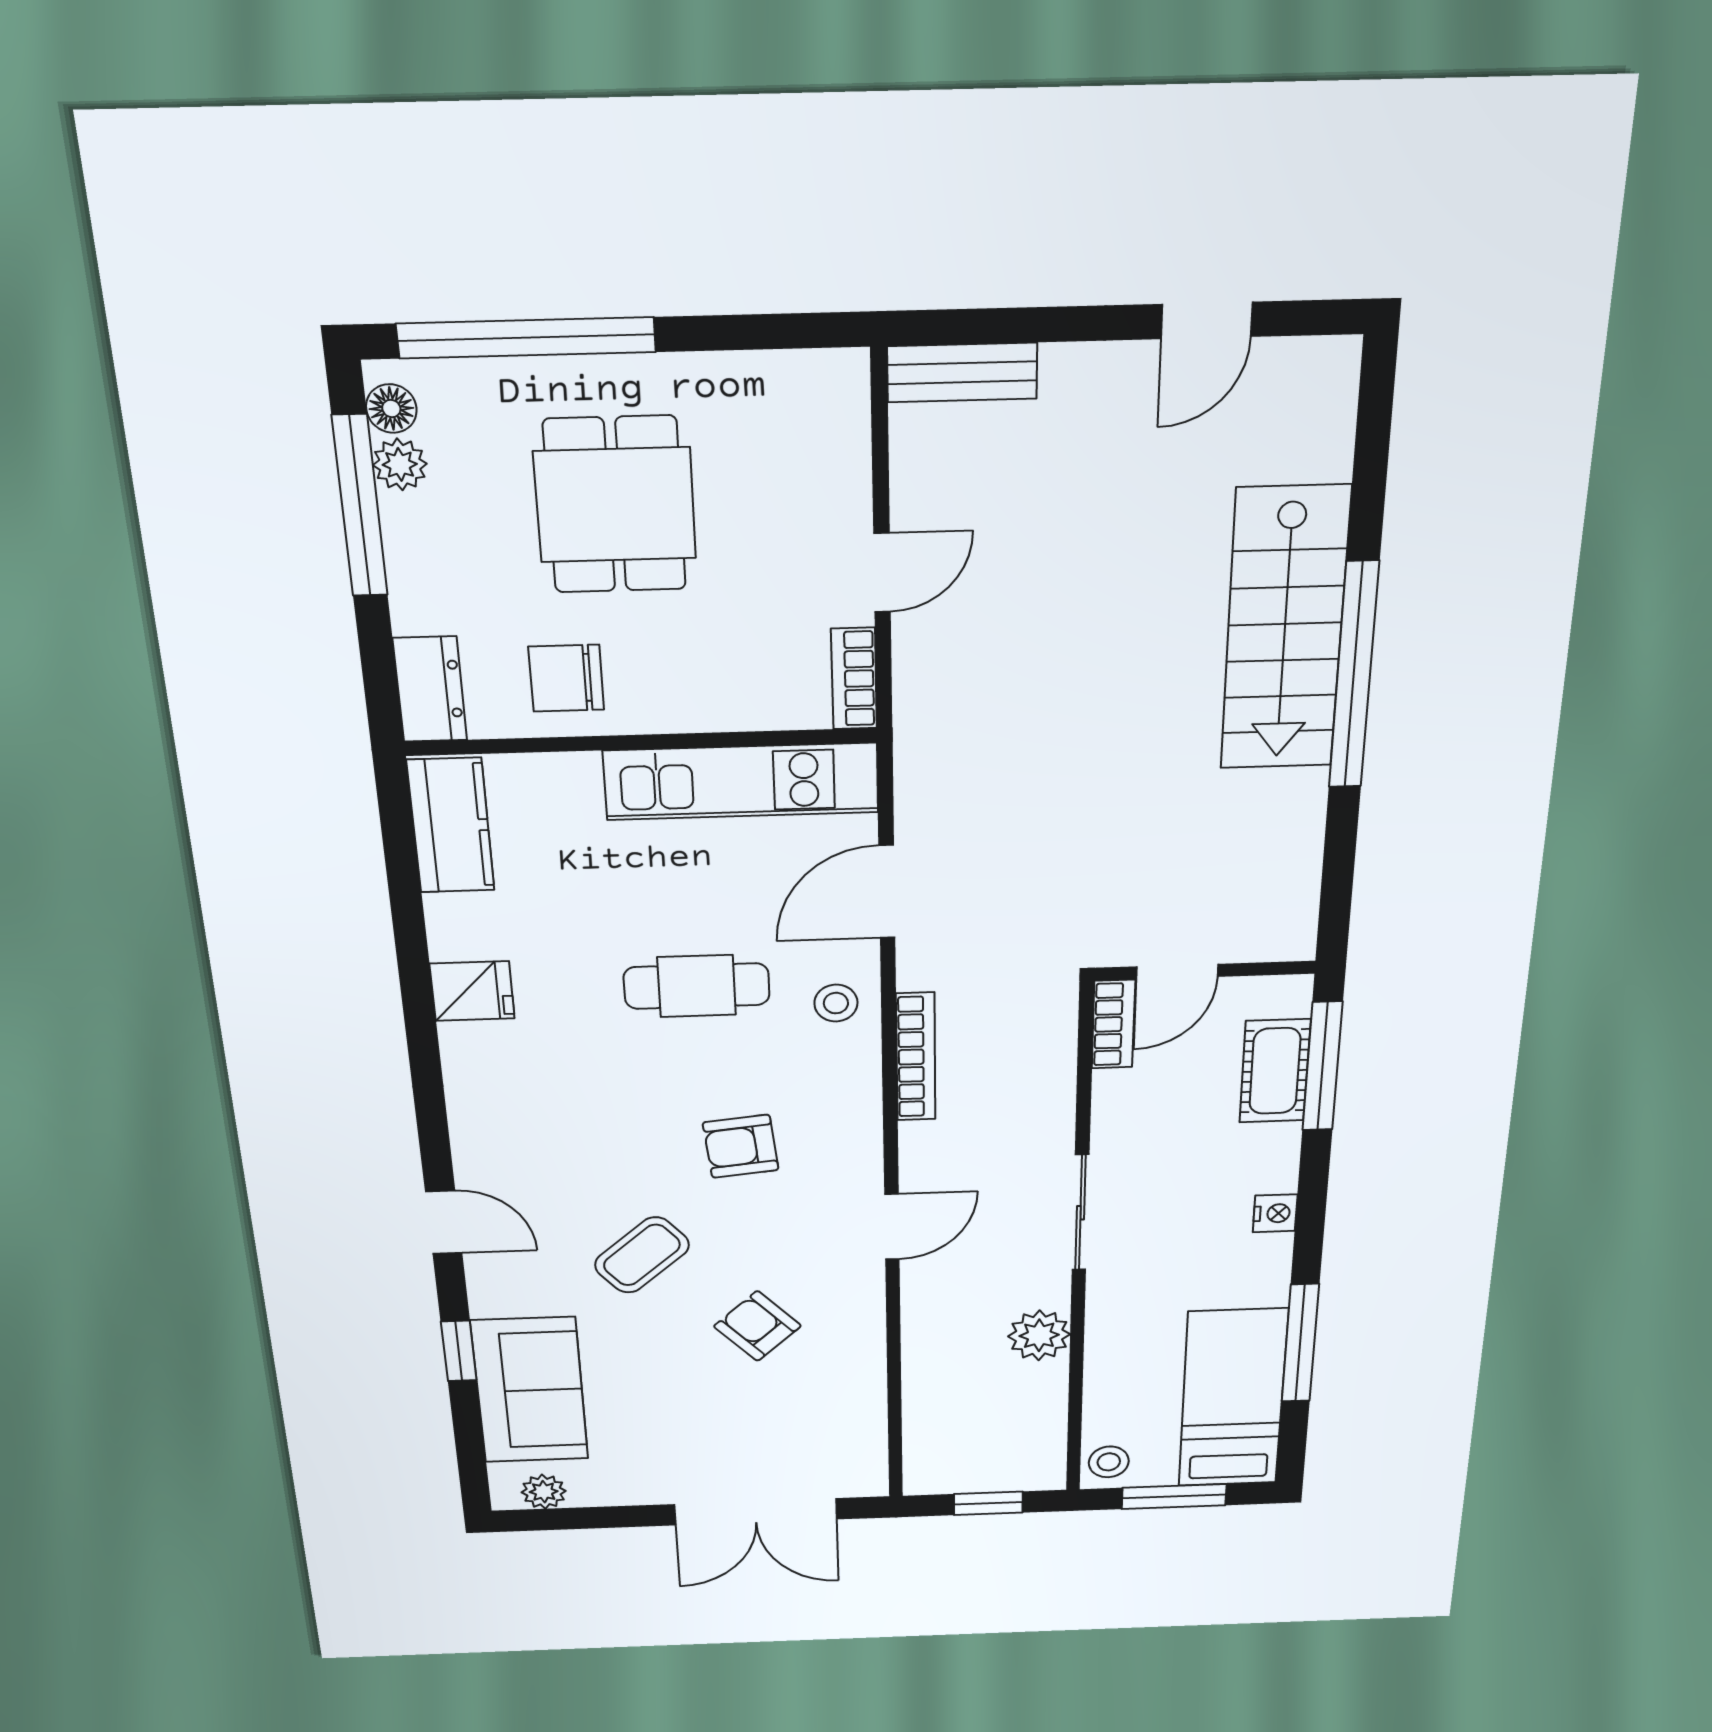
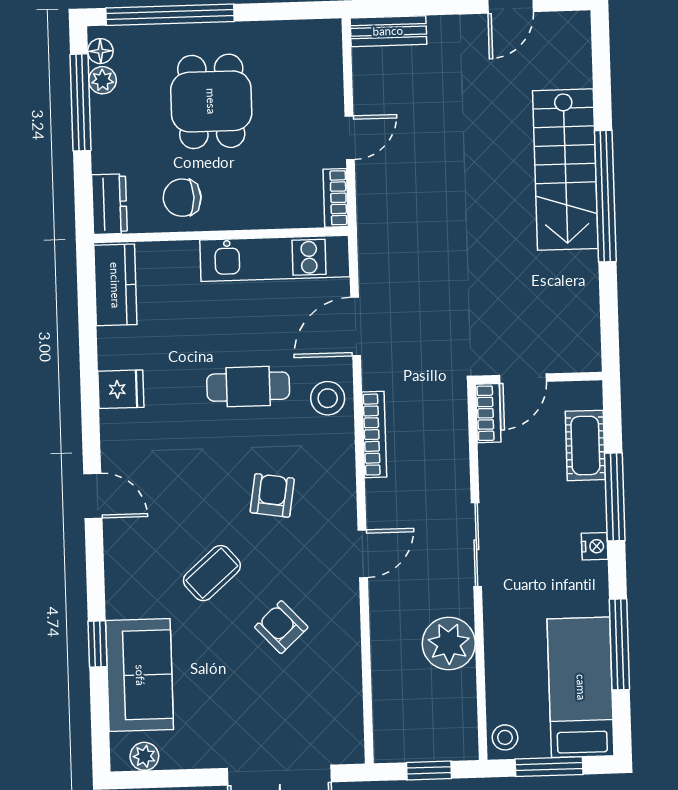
stool: (836, 1003) -> (328, 398), width x1.37, depth x1.37
window: (1322, 1066) -> (615, 497), moved
armchair: (741, 1146) -> (272, 495), turned 105
door: (444, 1222) -> (93, 496), moved
plant: (1039, 1335) -> (449, 644), width x1.36, depth x1.36

